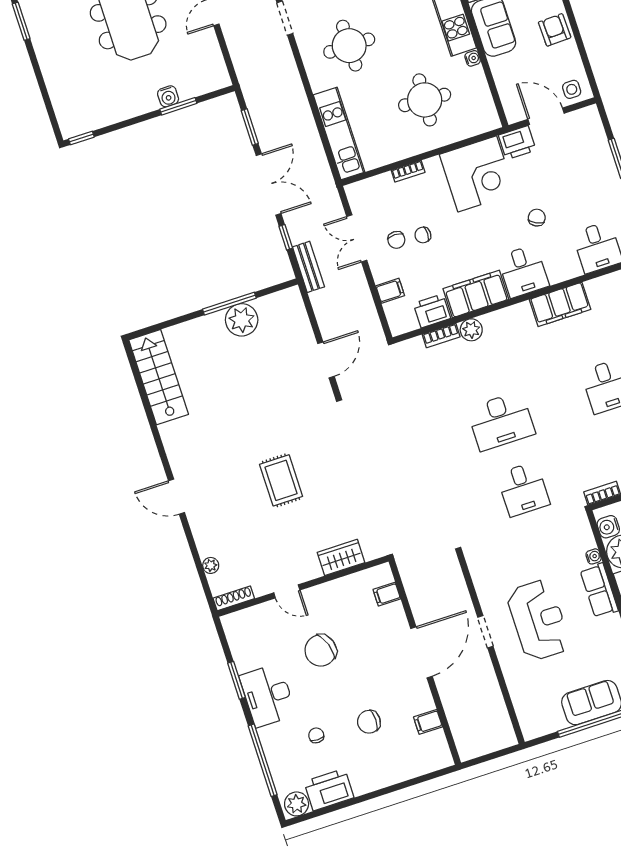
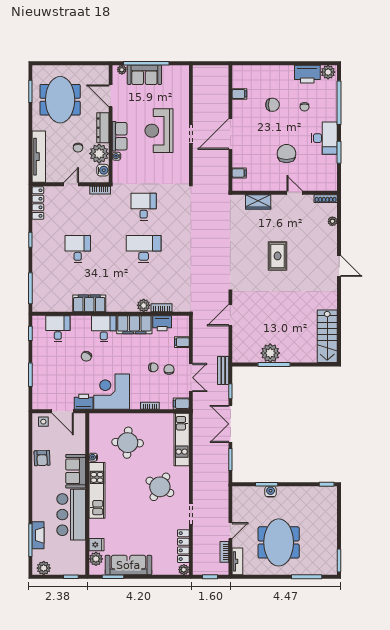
round table: (349, 46) -> (160, 487), turned 31
filing cabinet: (359, 191) -> (181, 404), added
chair: (321, 650) -> (286, 154), turned -71

